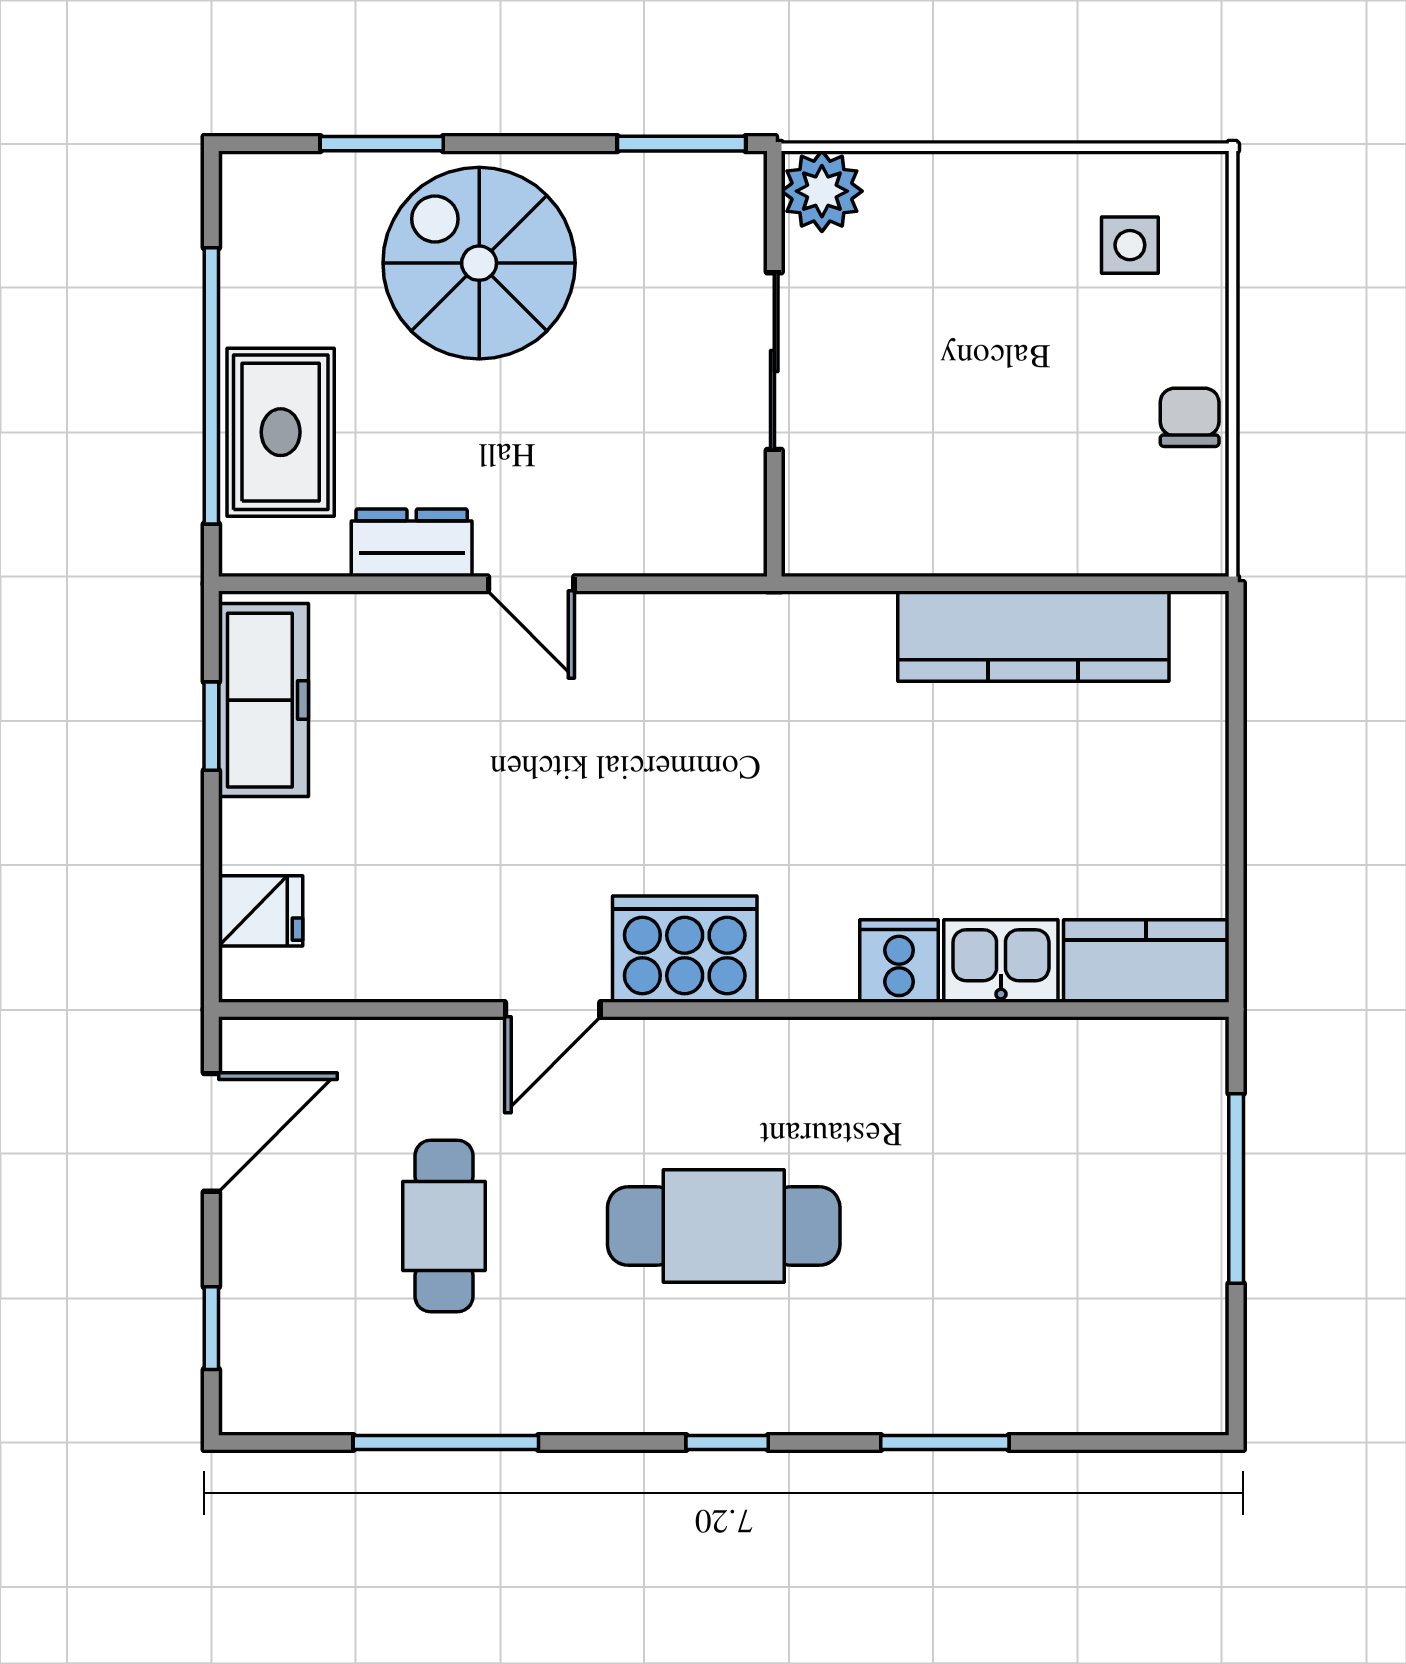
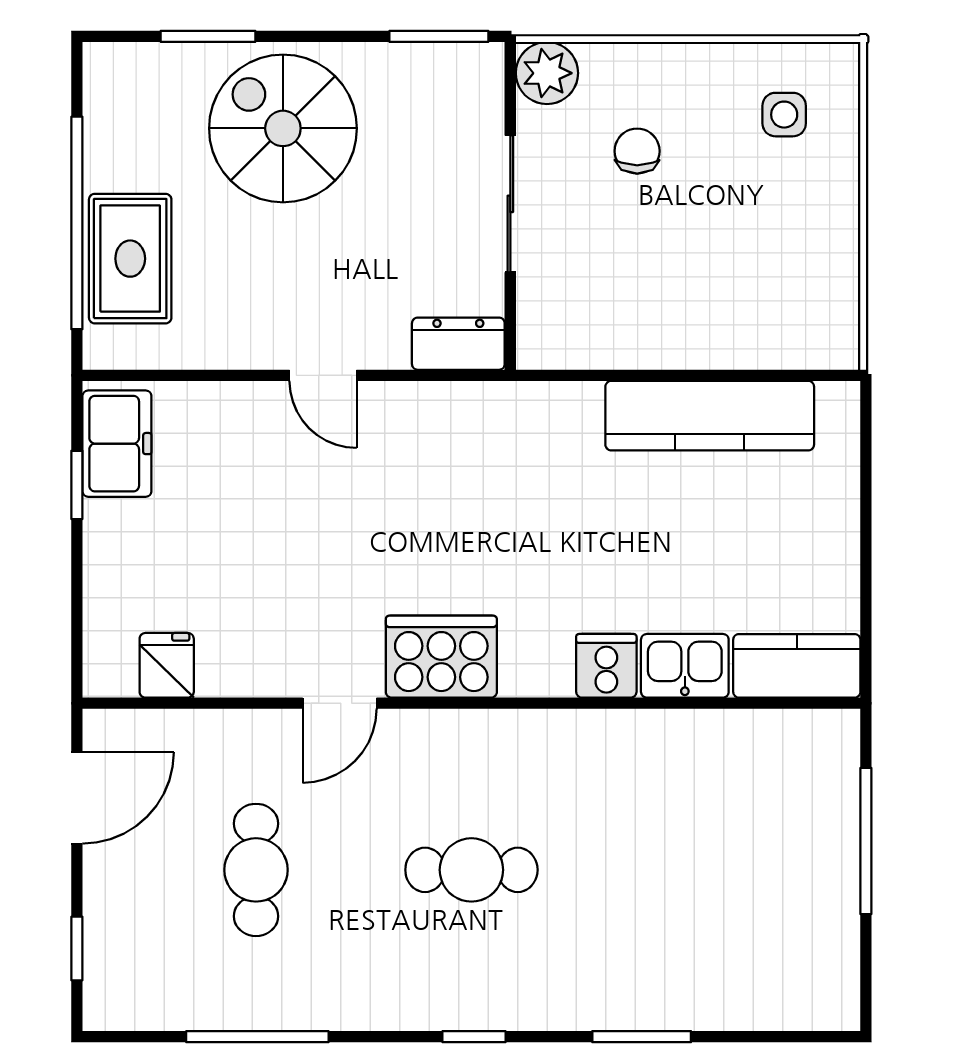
chair: (1190, 417) -> (637, 151), moved
dresser: (412, 543) -> (458, 344), moved
freezer: (263, 700) -> (117, 444), width x0.71
fridge: (261, 911) -> (167, 665), moved, turned -90
cafe table: (724, 1226) -> (471, 870), width x0.73, depth x0.74

